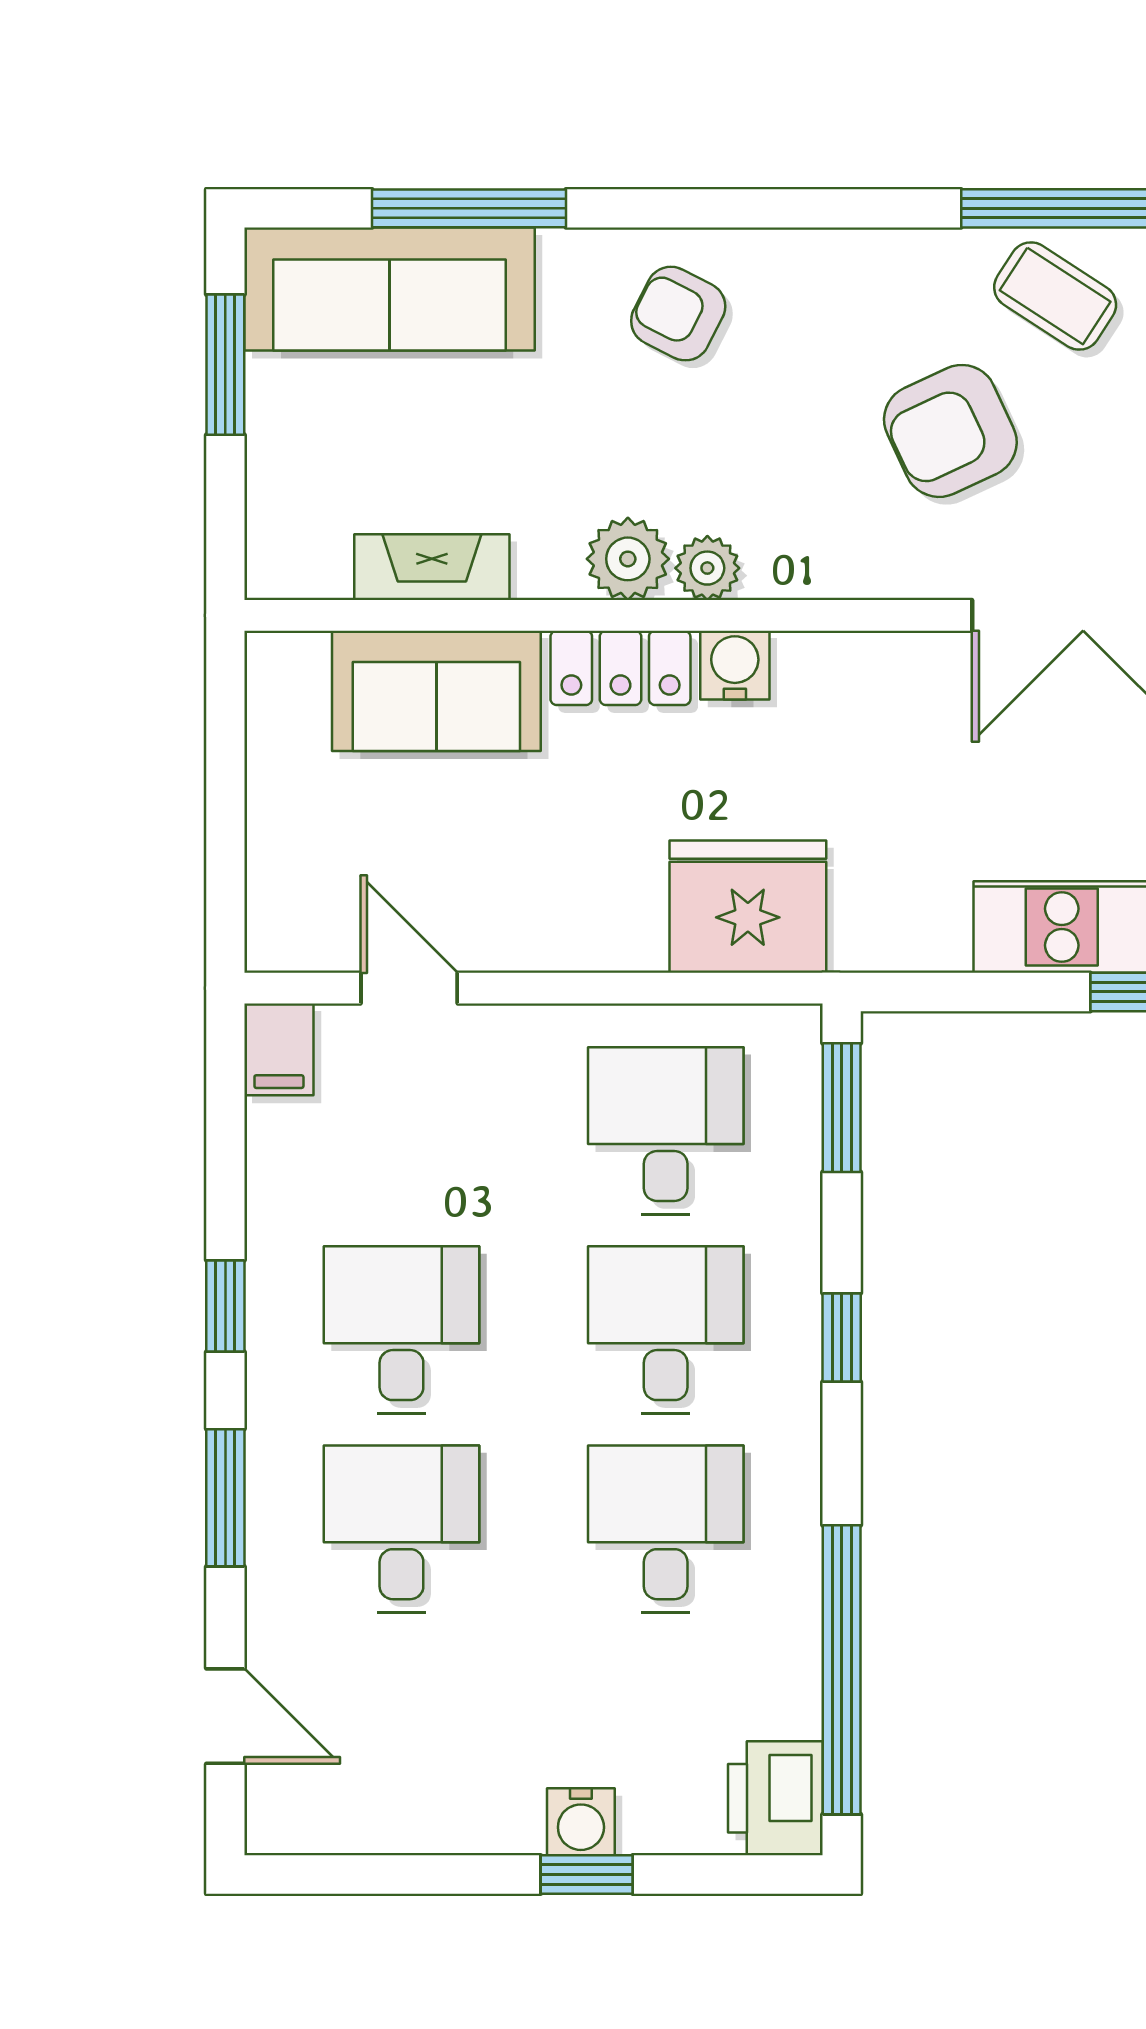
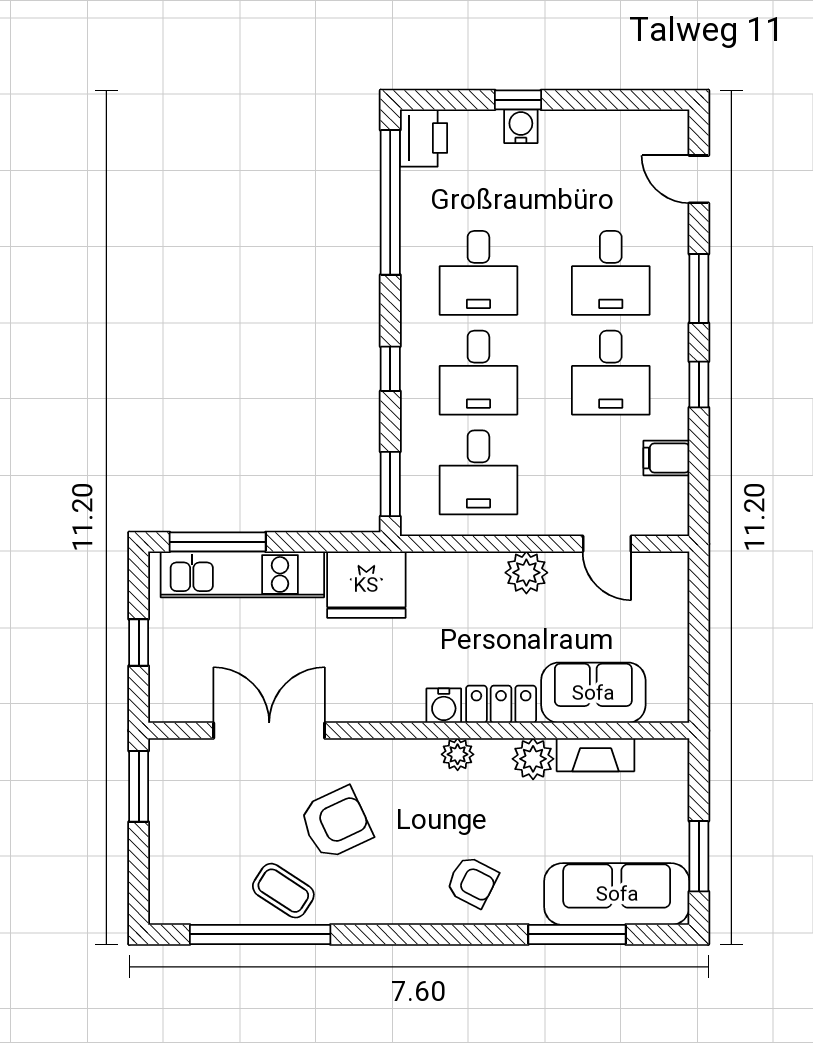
plant: (628, 559) -> (533, 759), moved
fridge: (748, 907) -> (366, 585), moved
plant: (570, 931) -> (526, 573), added
filing cabinet: (279, 1049) -> (666, 458), moved, turned -90

